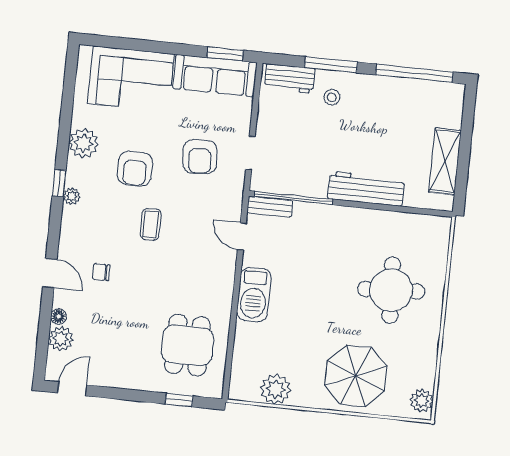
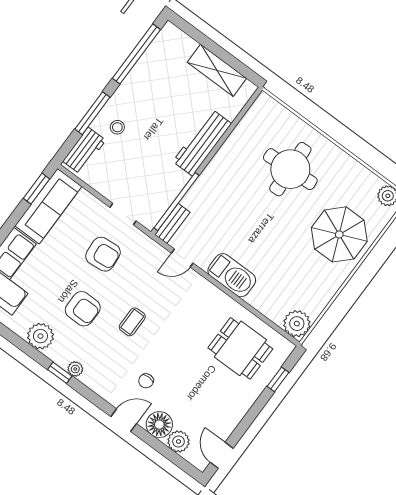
coffee table: (151, 224) -> (132, 322), turned 90
floor lamp: (59, 317) -> (159, 425), width x1.89, depth x1.89
plant: (276, 389) -> (297, 324), moved

